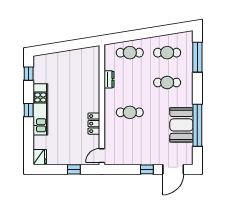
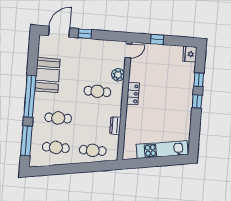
window: (29, 74) -> (199, 80), moved
kitchen unit: (40, 109) -> (162, 150), moved, turned 81
locker: (94, 124) -> (133, 94), moved
window: (197, 125) -> (30, 96), moved
plant: (110, 131) -> (118, 75), added

